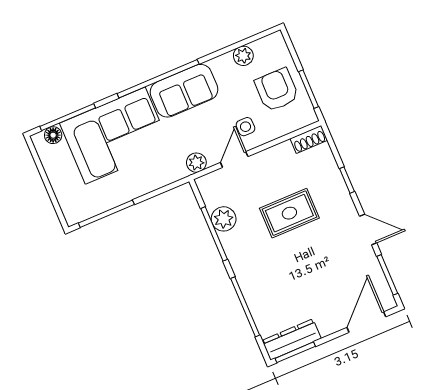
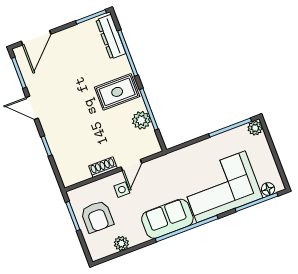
shoe rack: (309, 139) -> (103, 167), moved
plant: (196, 163) -> (255, 128), moved
rug: (289, 213) -> (117, 92), moved
dresser: (292, 339) -> (111, 37), moved, turned 90

